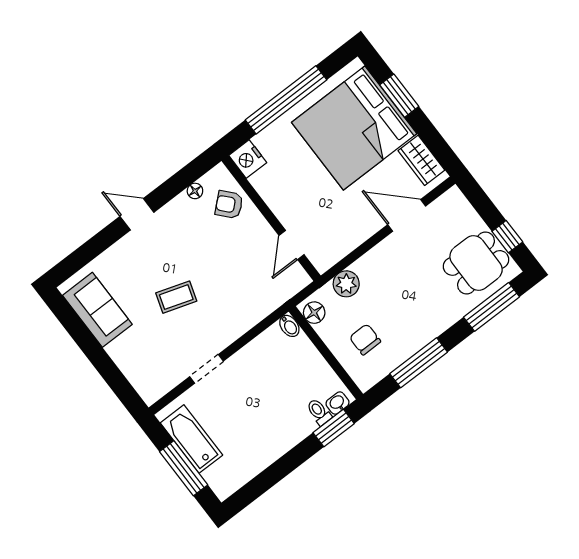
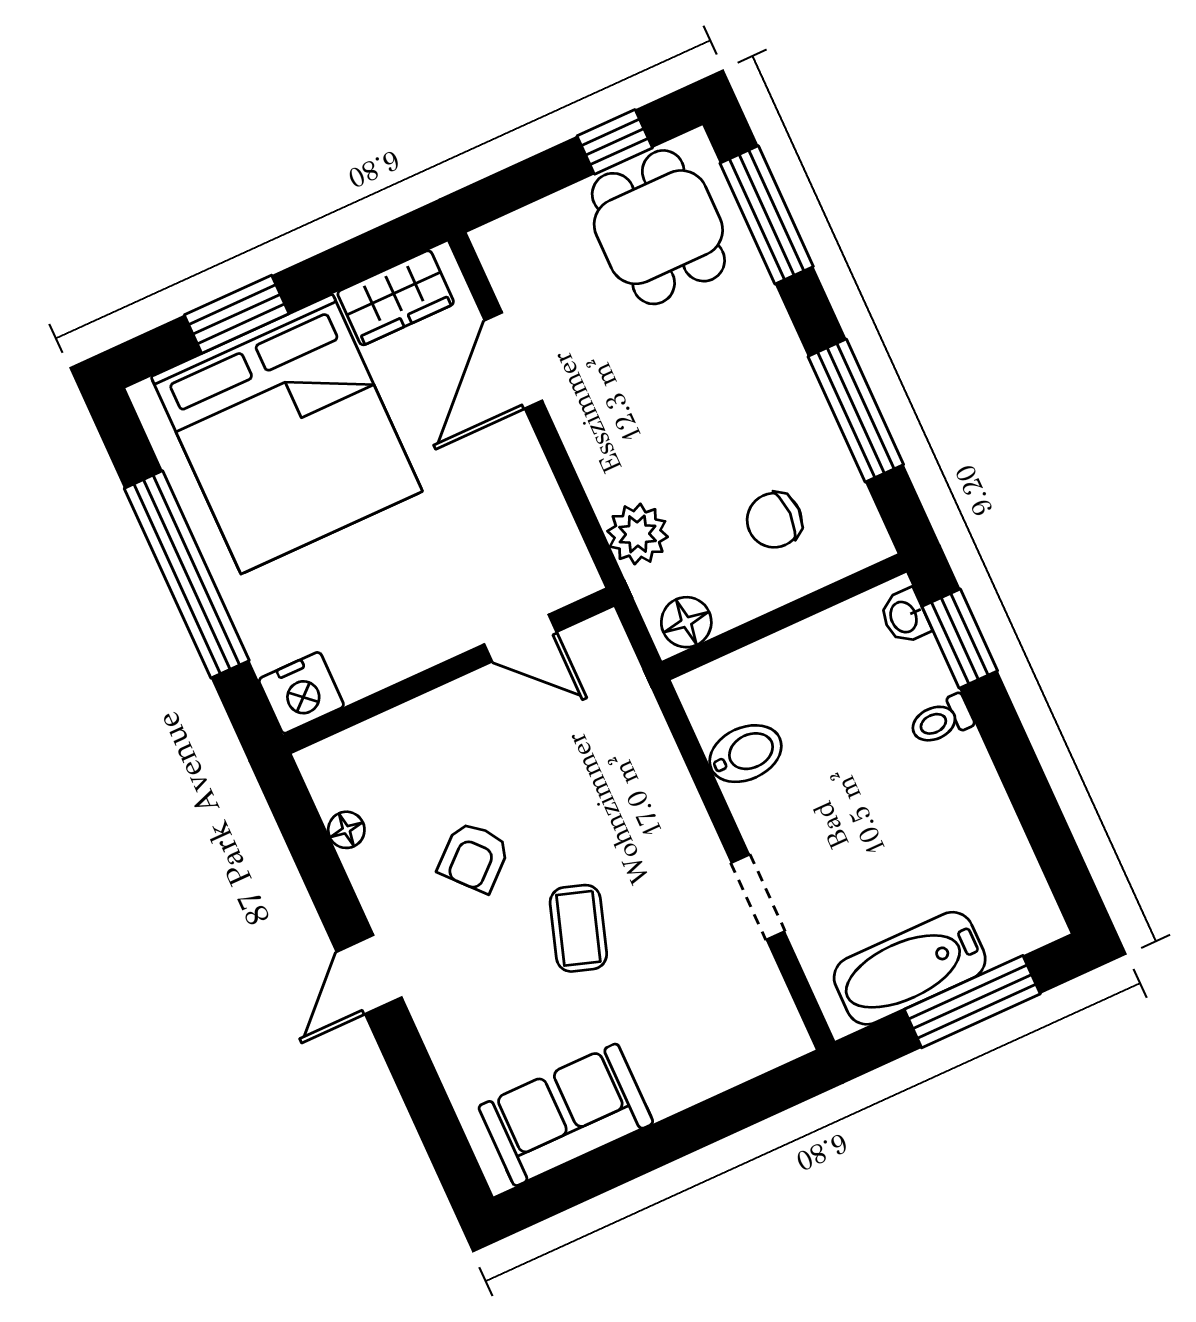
armchair: (229, 205) -> (474, 857), moved
bidet: (289, 326) -> (745, 754), moved, width x1.38, depth x1.36
toilet: (319, 412) -> (941, 720), moved

